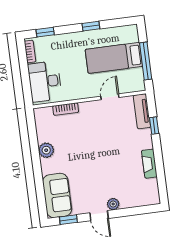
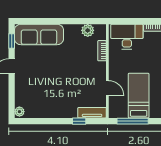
plant: (46, 150) -> (88, 30), moved
fireplace: (149, 164) -> (49, 113), removed
sofa: (57, 195) -> (39, 34), width x1.36
plant: (113, 204) -> (19, 112), moved

